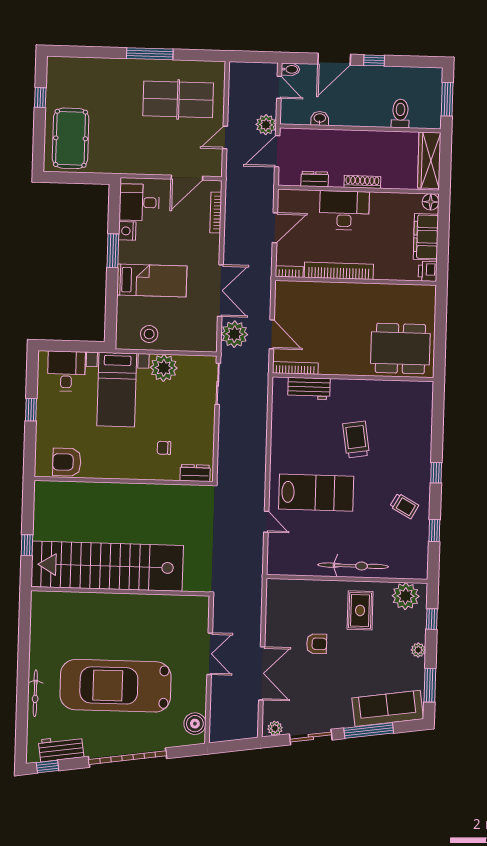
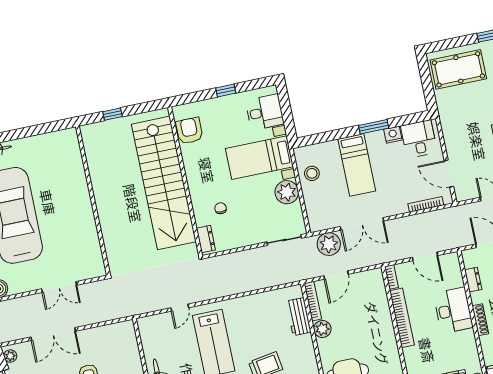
plant: (330, 365) -> (322, 329), added
stairs: (107, 566) -> (164, 183), moved, turned 180

